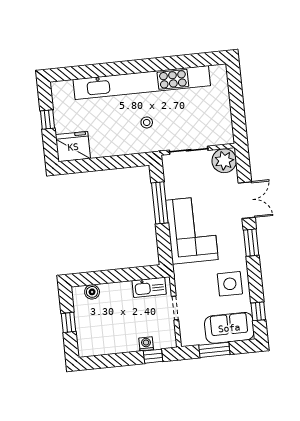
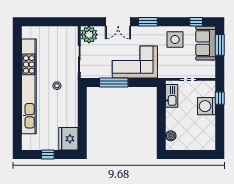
double door: (247, 200) -> (118, 22), swing flipped
window: (68, 322) -> (190, 154), removed
washing machine: (146, 344) -> (206, 106), width x1.89, depth x1.89
window: (214, 350) -> (220, 45), moved

